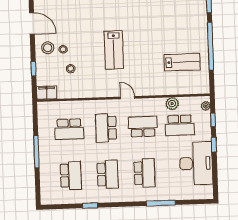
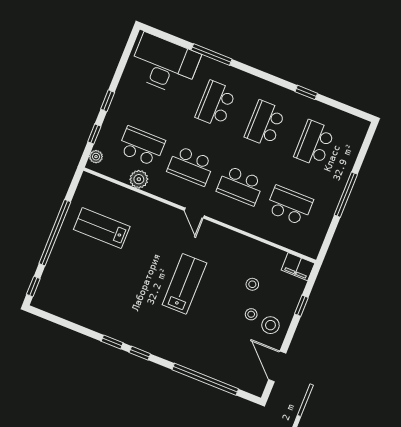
school desk: (106, 128) -> (240, 186), turned 90
desk: (196, 163) -> (164, 64), moved, turned 90

